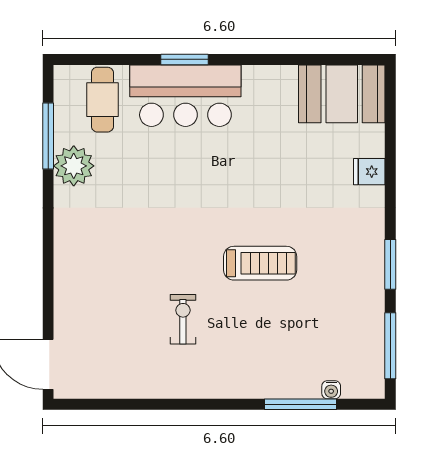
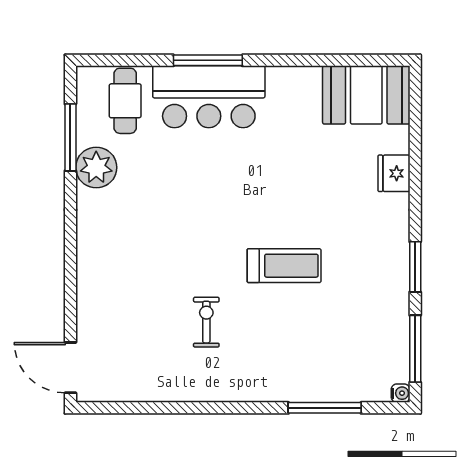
window: (185, 59) -> (208, 60), width x1.44
fridge: (369, 172) -> (394, 173), width x1.38
water cooler: (331, 390) -> (401, 393), moved, turned -90

